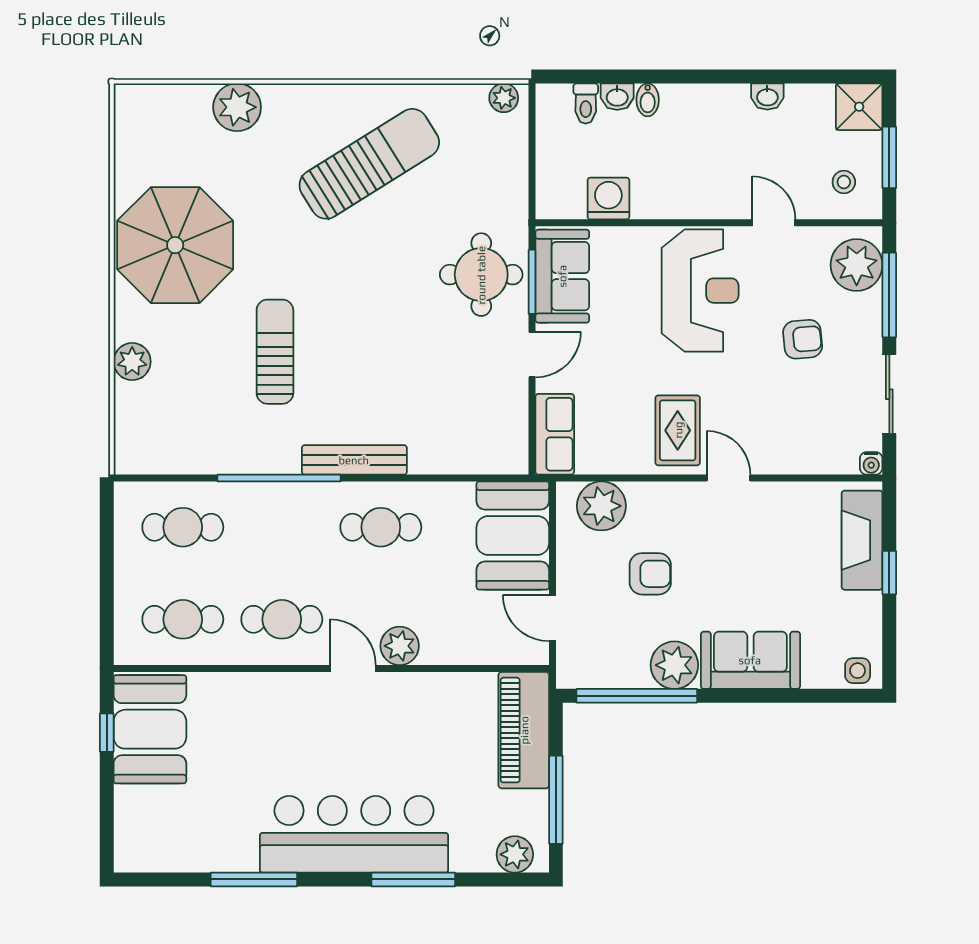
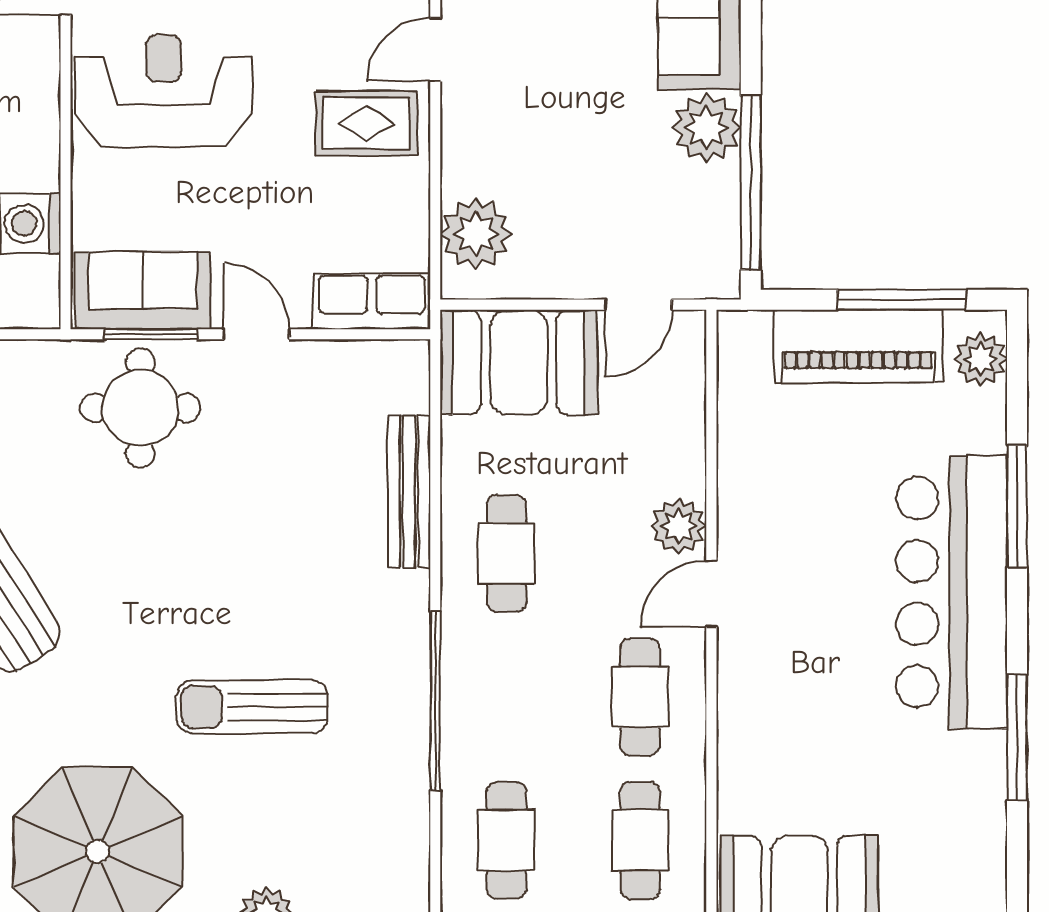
bench: (354, 460) -> (409, 491), moved
armchair: (650, 574) -> (574, 163), removed
piano: (524, 730) -> (858, 346), moved

